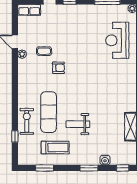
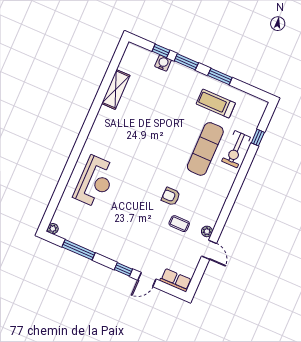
reception desk: (117, 40) -> (95, 182), moved
weight bench: (78, 124) -> (177, 120), removed
window: (45, 168) -> (220, 76), moved
window: (123, 168) -> (161, 51), moved

